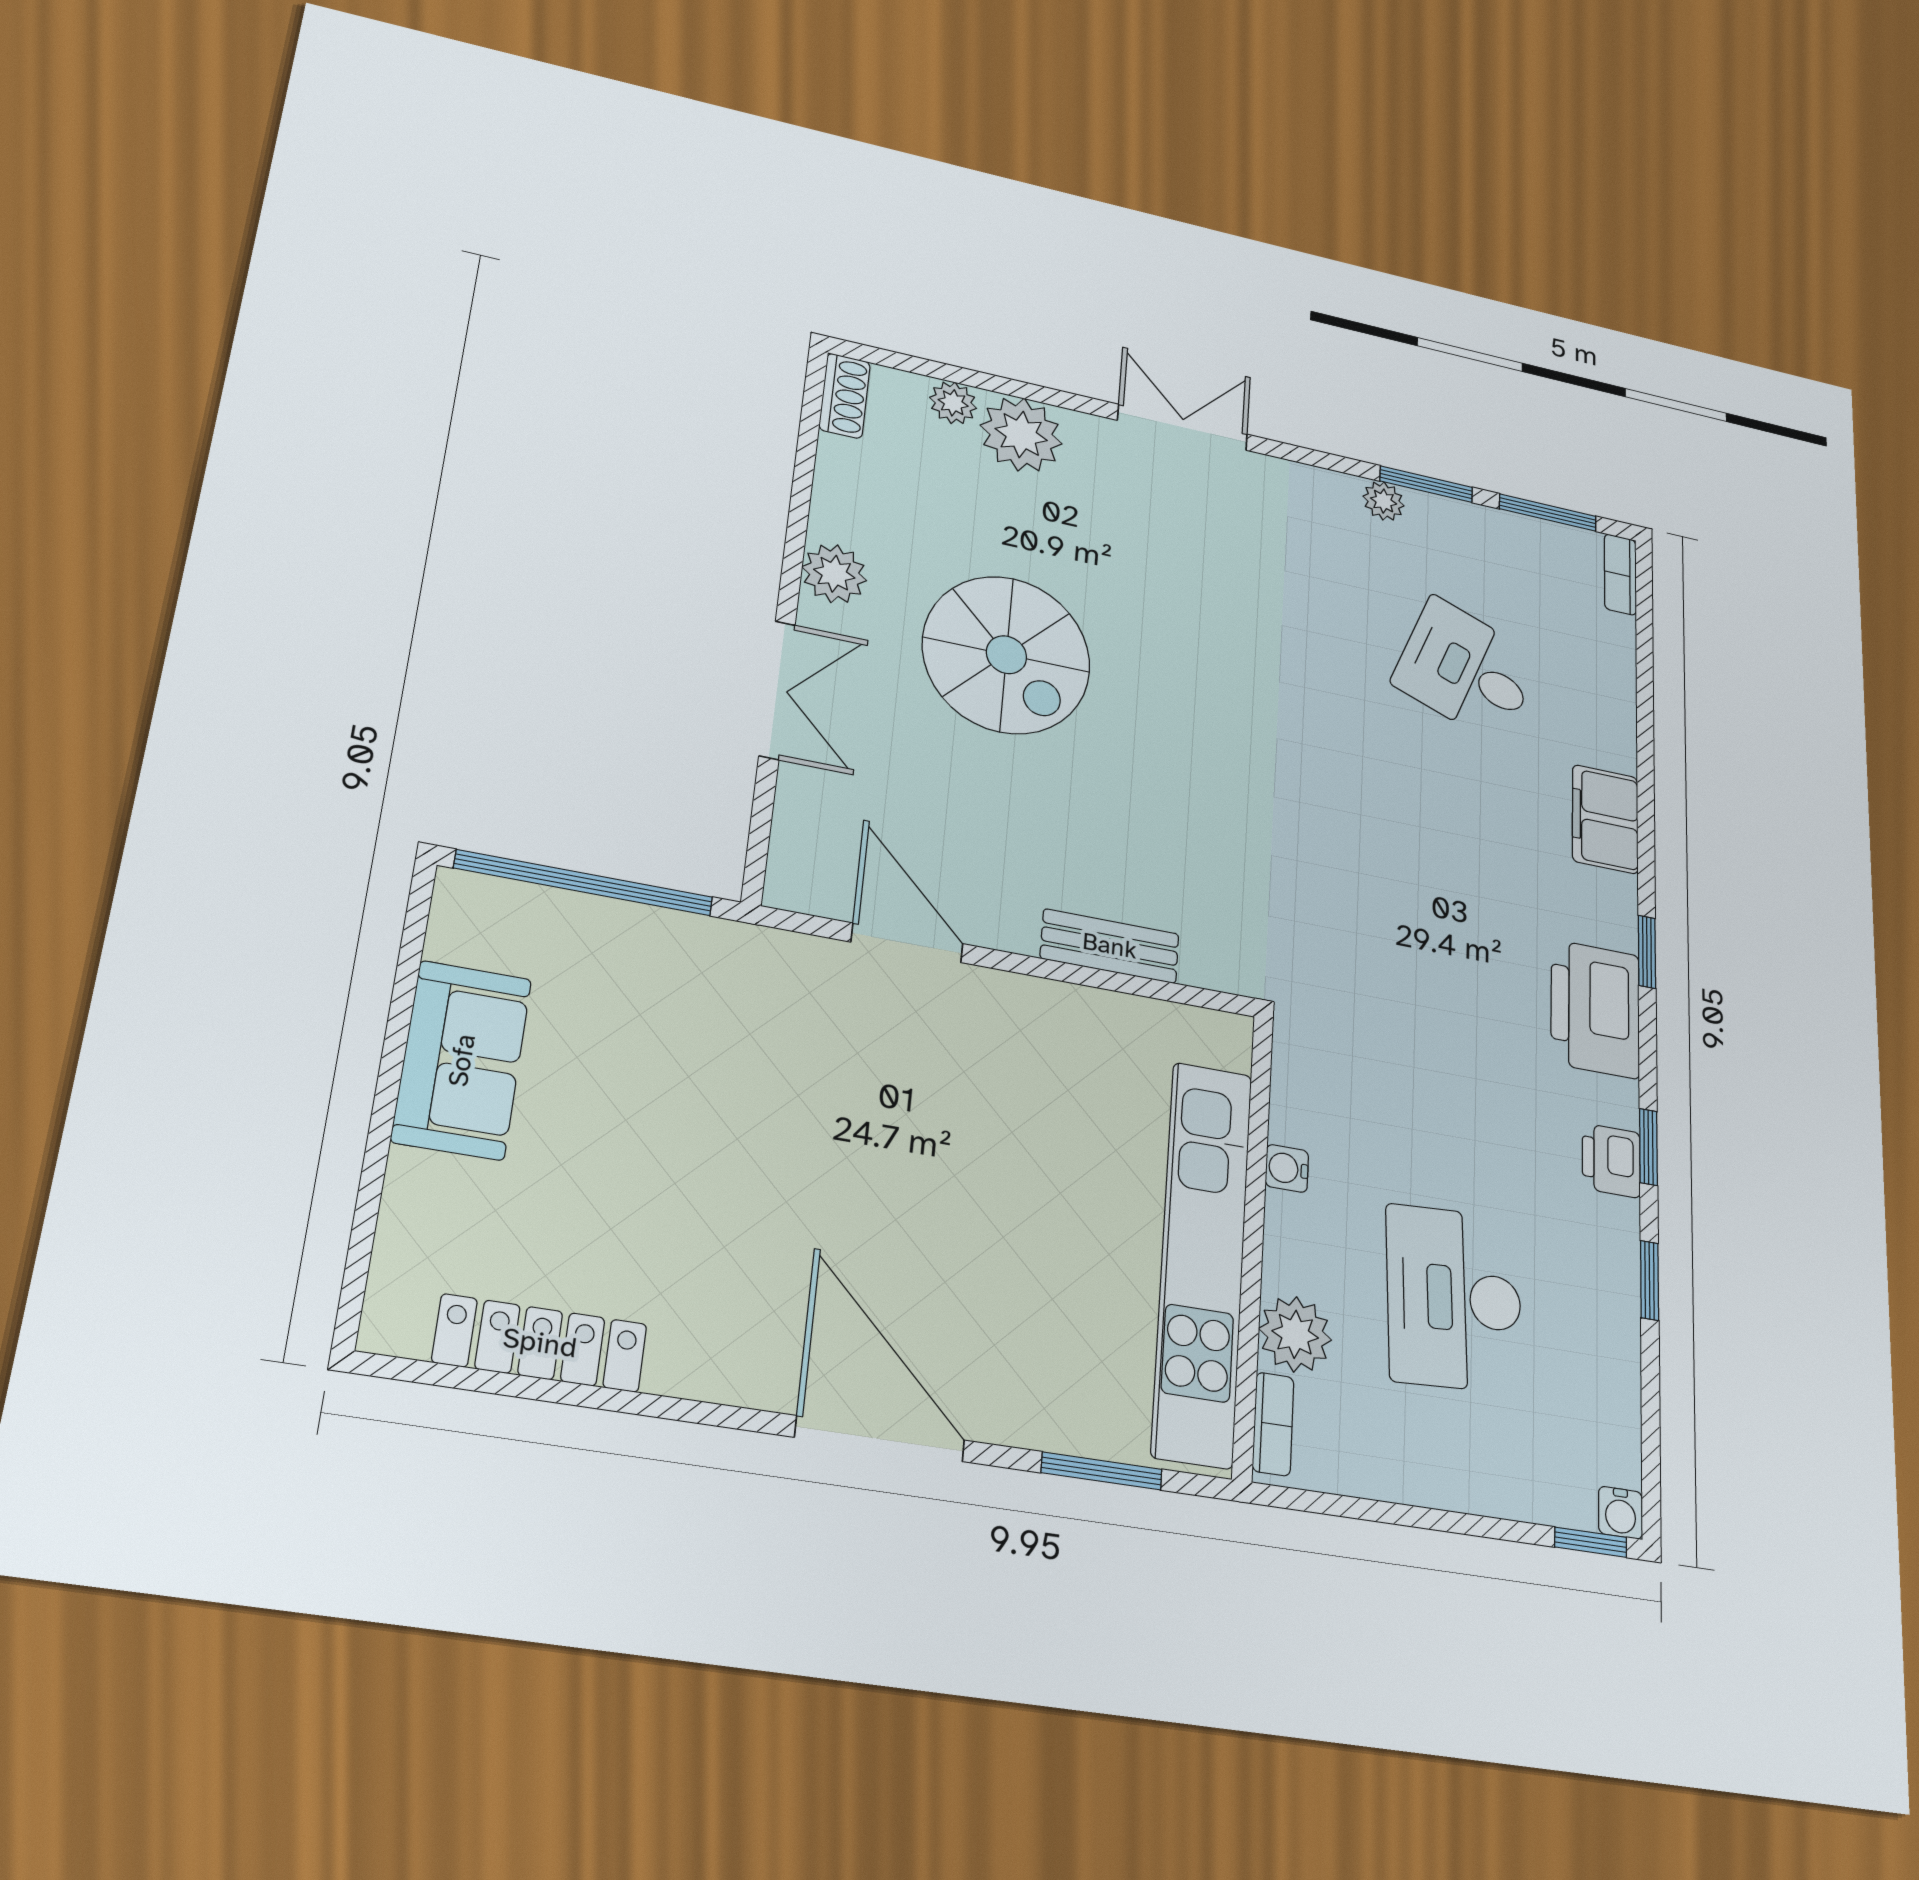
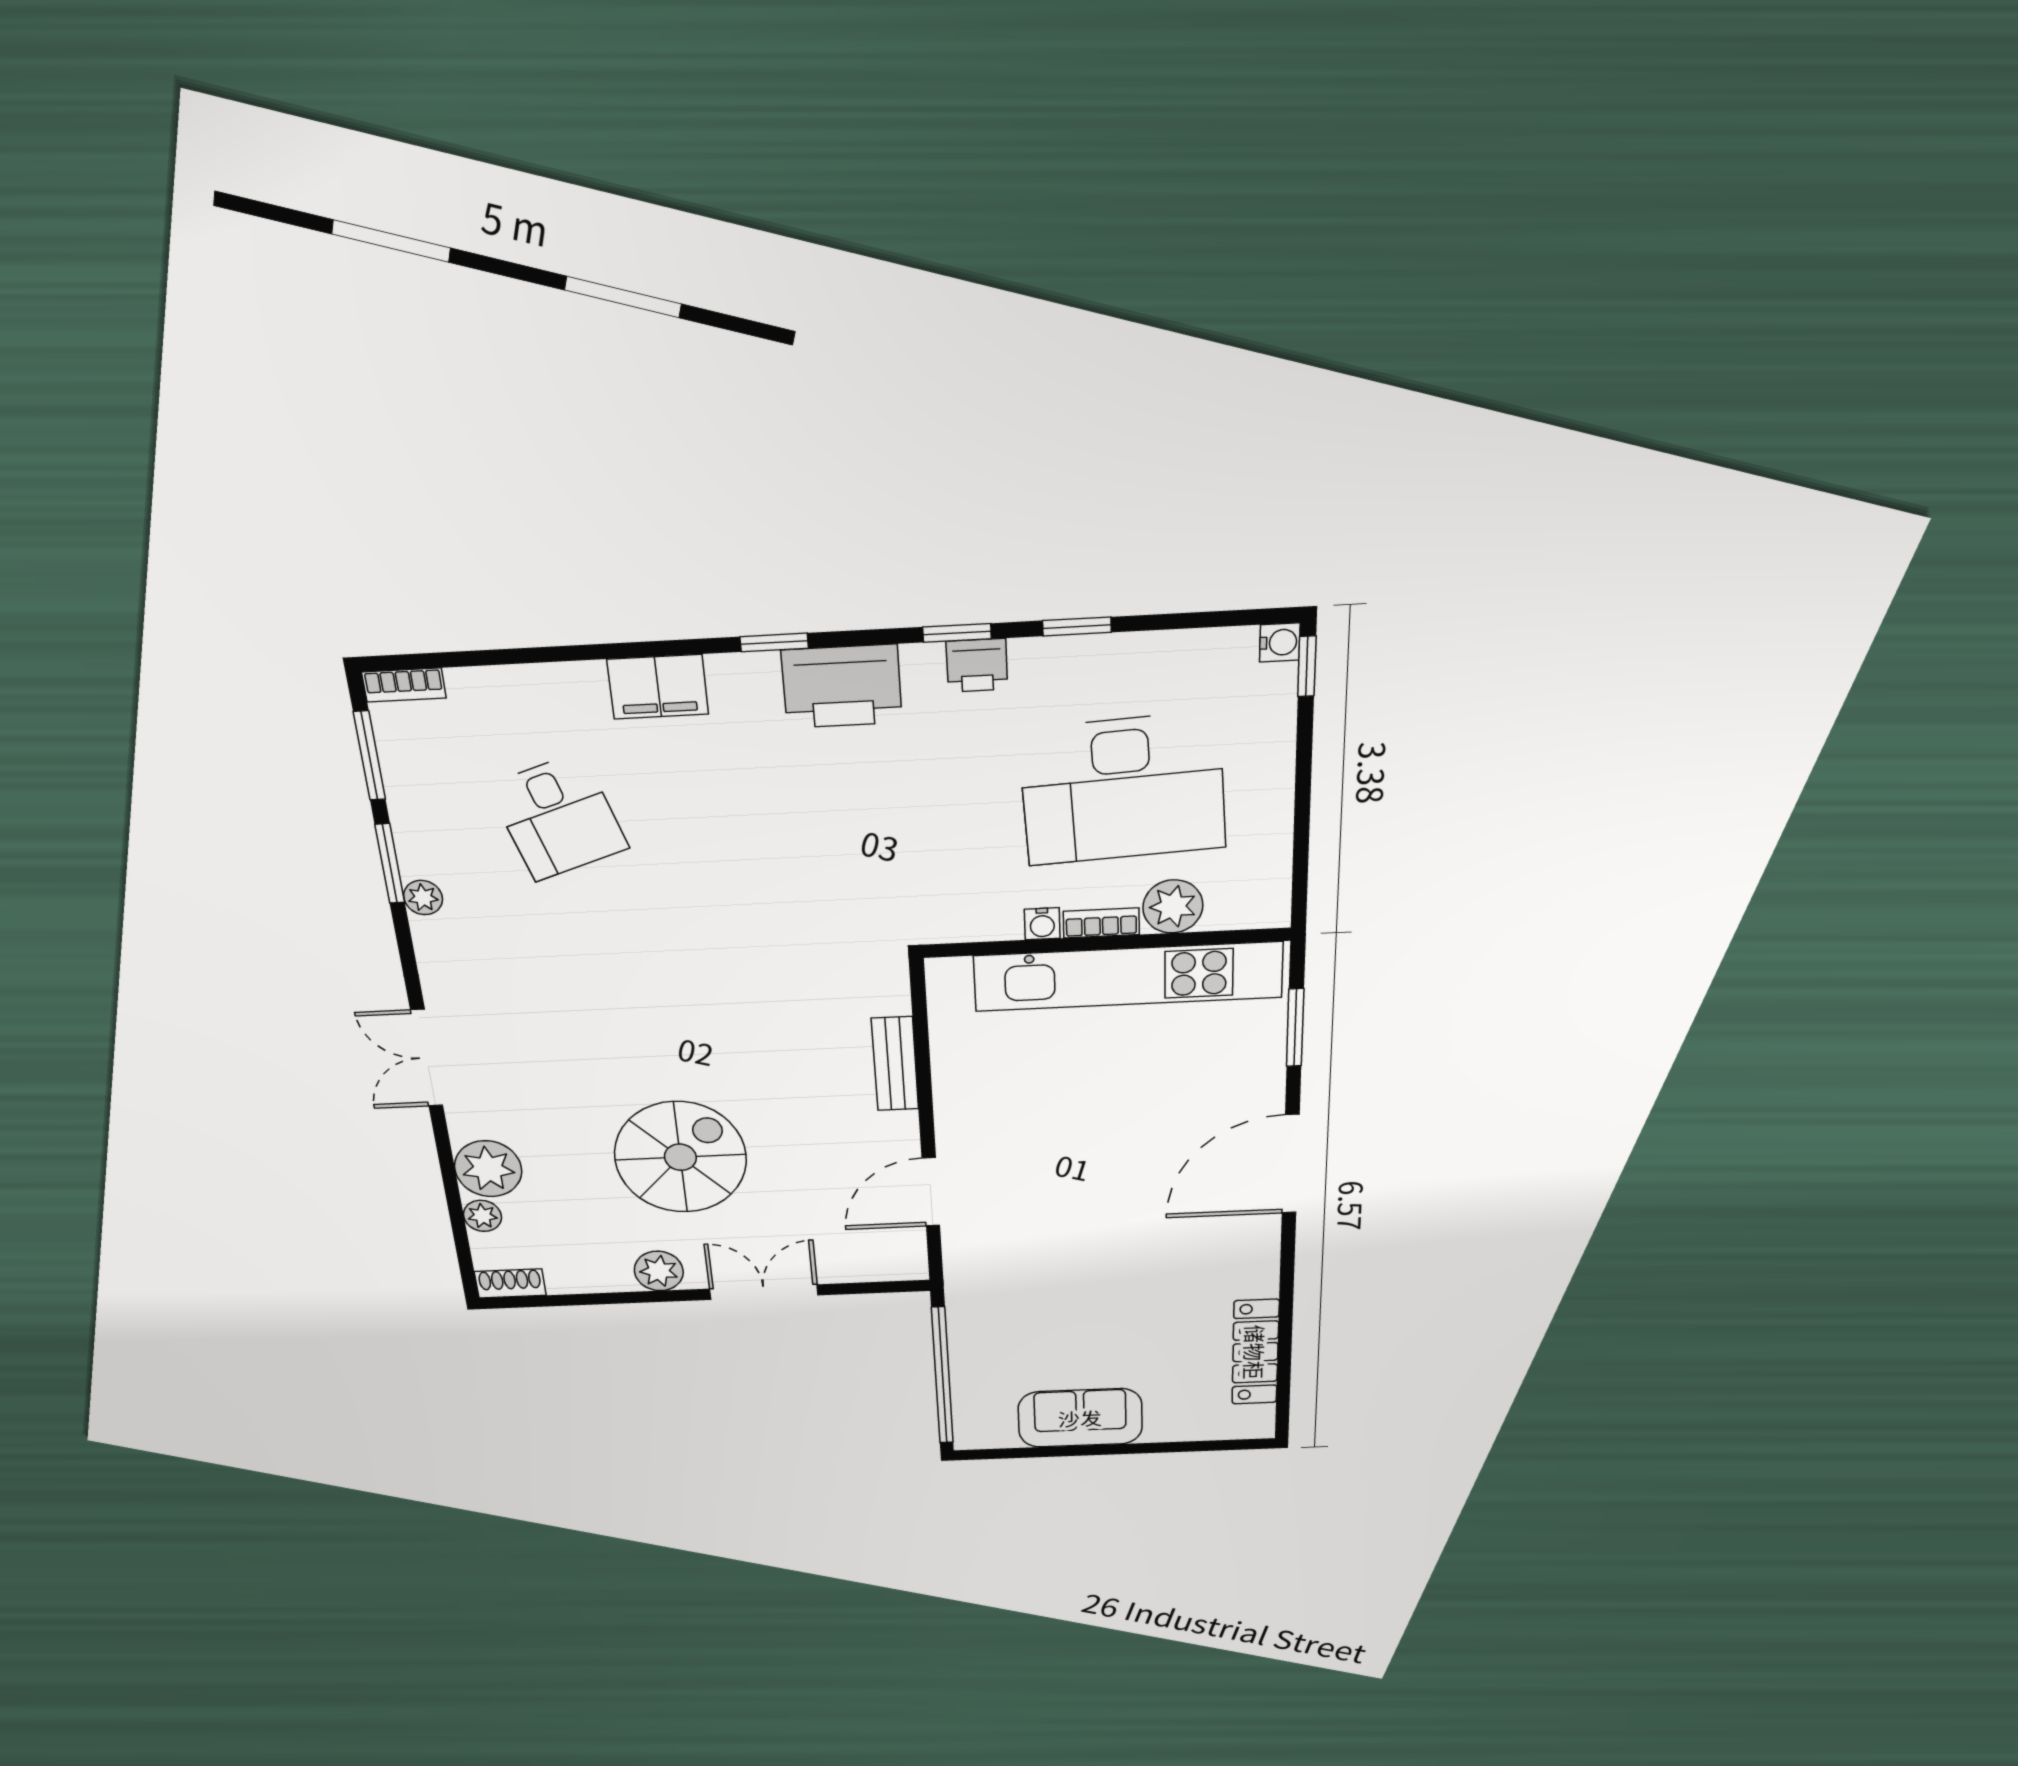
desk: (1466, 670) -> (558, 817), turned -39
desk: (1454, 1298) -> (1123, 789), width x1.36, depth x1.30
bookcase: (1273, 1424) -> (1101, 923), moved

